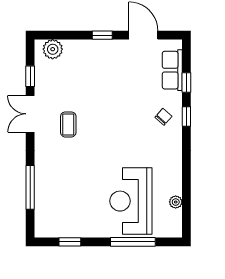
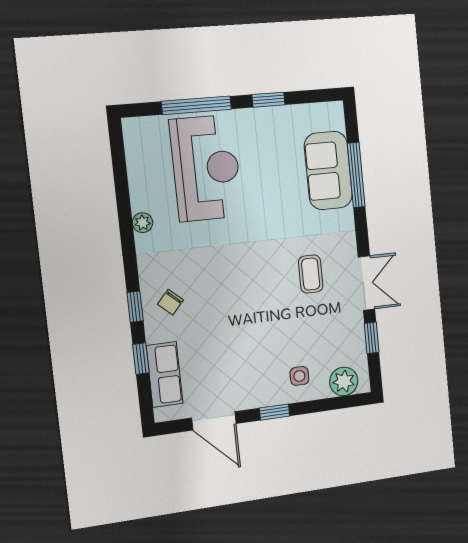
side table: (83, 57) -> (299, 376), added
sofa: (49, 192) -> (328, 171), added
plant: (176, 202) -> (143, 223), moved
window: (70, 242) -> (268, 100), moved

